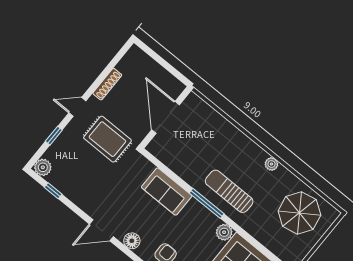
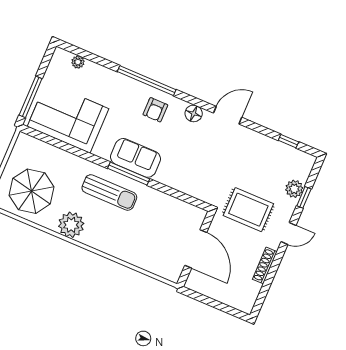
plant: (271, 164) -> (71, 225), width x1.87, depth x1.87
plant: (43, 167) -> (294, 189), moved
sofa: (167, 191) -> (135, 158), moved
plant: (224, 232) -> (102, 149), removed

